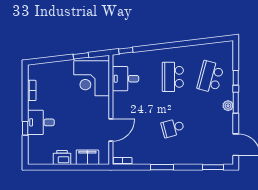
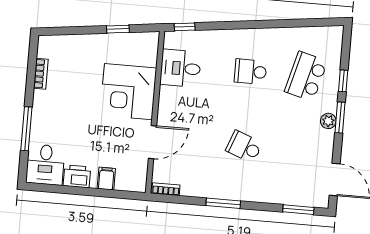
school desk: (173, 77) -> (251, 72), width x0.54
corner desk: (92, 78) -> (128, 92), moved
desk: (41, 122) -> (45, 165), moved, turned -90
window: (25, 128) -> (26, 129), width x2.17
school desk: (173, 128) -> (244, 147), turned 36
filing cabinet: (87, 157) -> (106, 179), width x0.50

